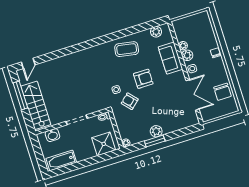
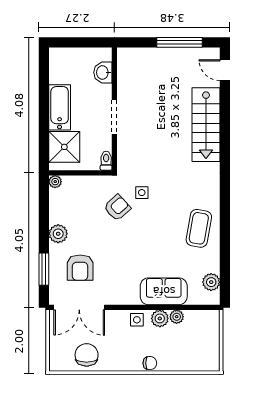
armchair: (143, 79) -> (80, 268), moved
chair: (222, 92) -> (87, 355), turned 90
double door: (193, 95) -> (79, 307), moved
stairs: (36, 105) -> (206, 125), moved, turned 90
window: (155, 141) -> (44, 269), moved
bathtub: (61, 160) -> (60, 107), moved

